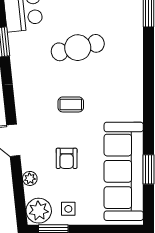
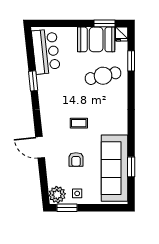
cafe table: (78, 48) -> (103, 76), moved
plant: (30, 178) -> (51, 173), removed

